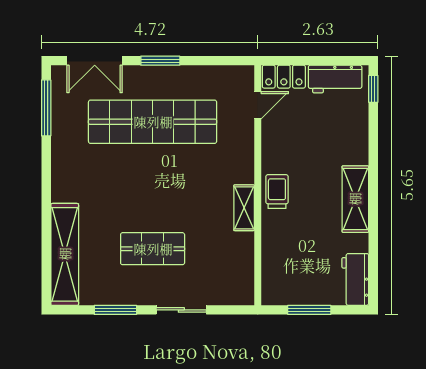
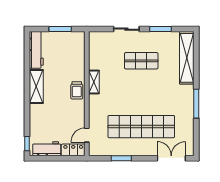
window: (160, 61) -> (121, 158), moved
window: (46, 108) -> (196, 104), moved
workbench: (355, 279) -> (36, 50), width x1.38

